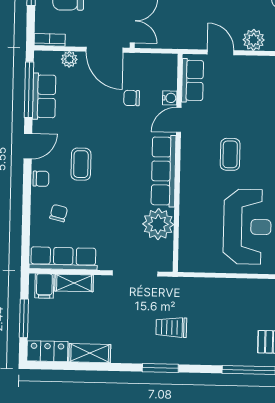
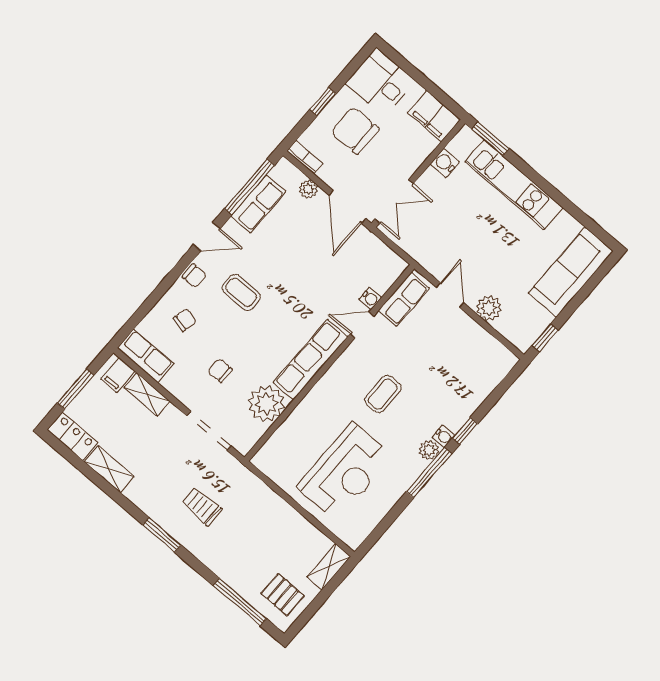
chair: (132, 98) -> (220, 370), moved
coffee table: (81, 164) -> (241, 292), turned 90
row of seats: (63, 258) -> (146, 356), width x0.68

